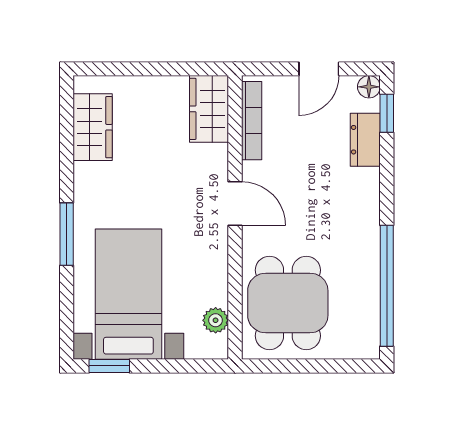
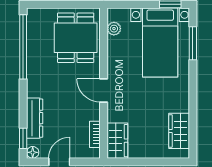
bookcase: (252, 121) -> (95, 134), width x0.64
dresser: (365, 140) -> (35, 118), width x1.44
window: (67, 234) -> (193, 43), moved

